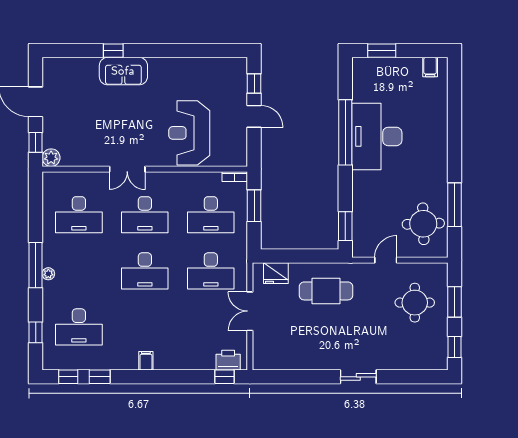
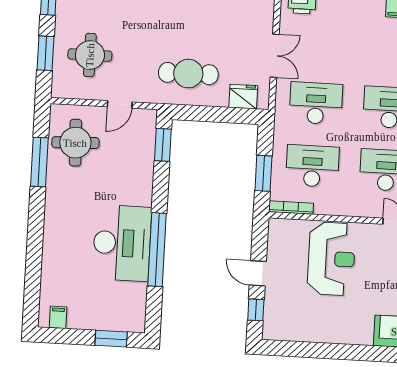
bookcase: (235, 177) -> (291, 208), width x1.56

